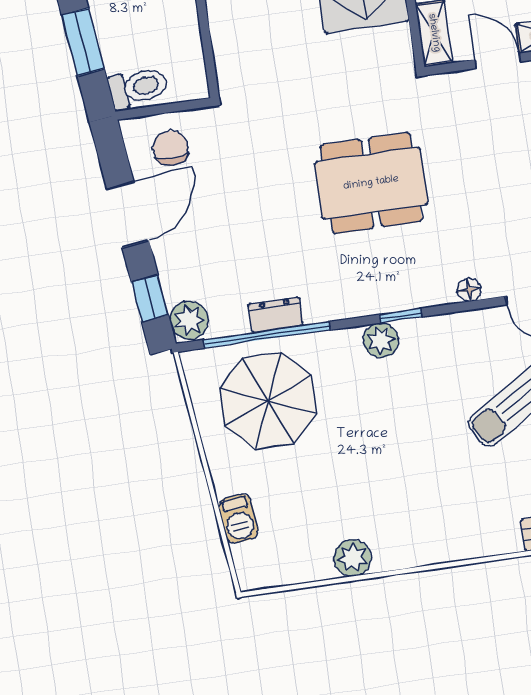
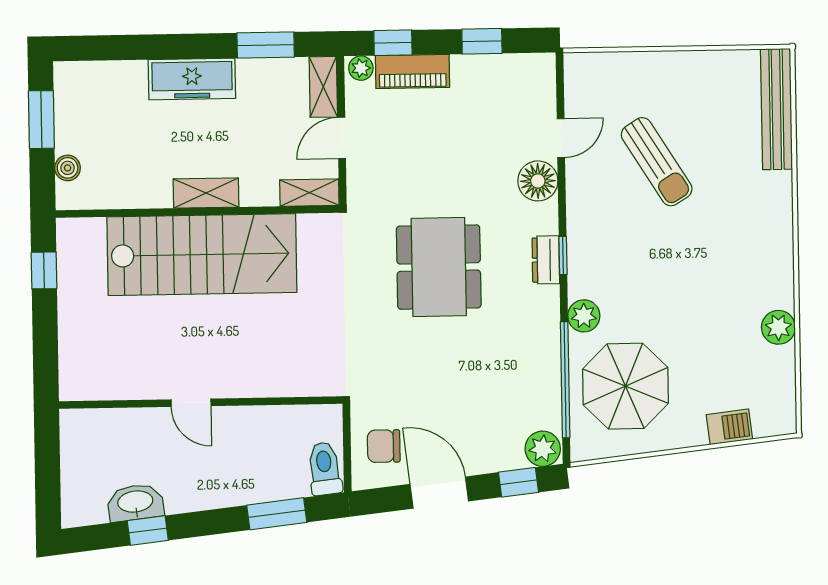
floor lamp: (469, 290) -> (538, 181), width x1.89, depth x1.89
dresser: (276, 315) -> (546, 260), moved
plant: (381, 340) -> (584, 316), moved

